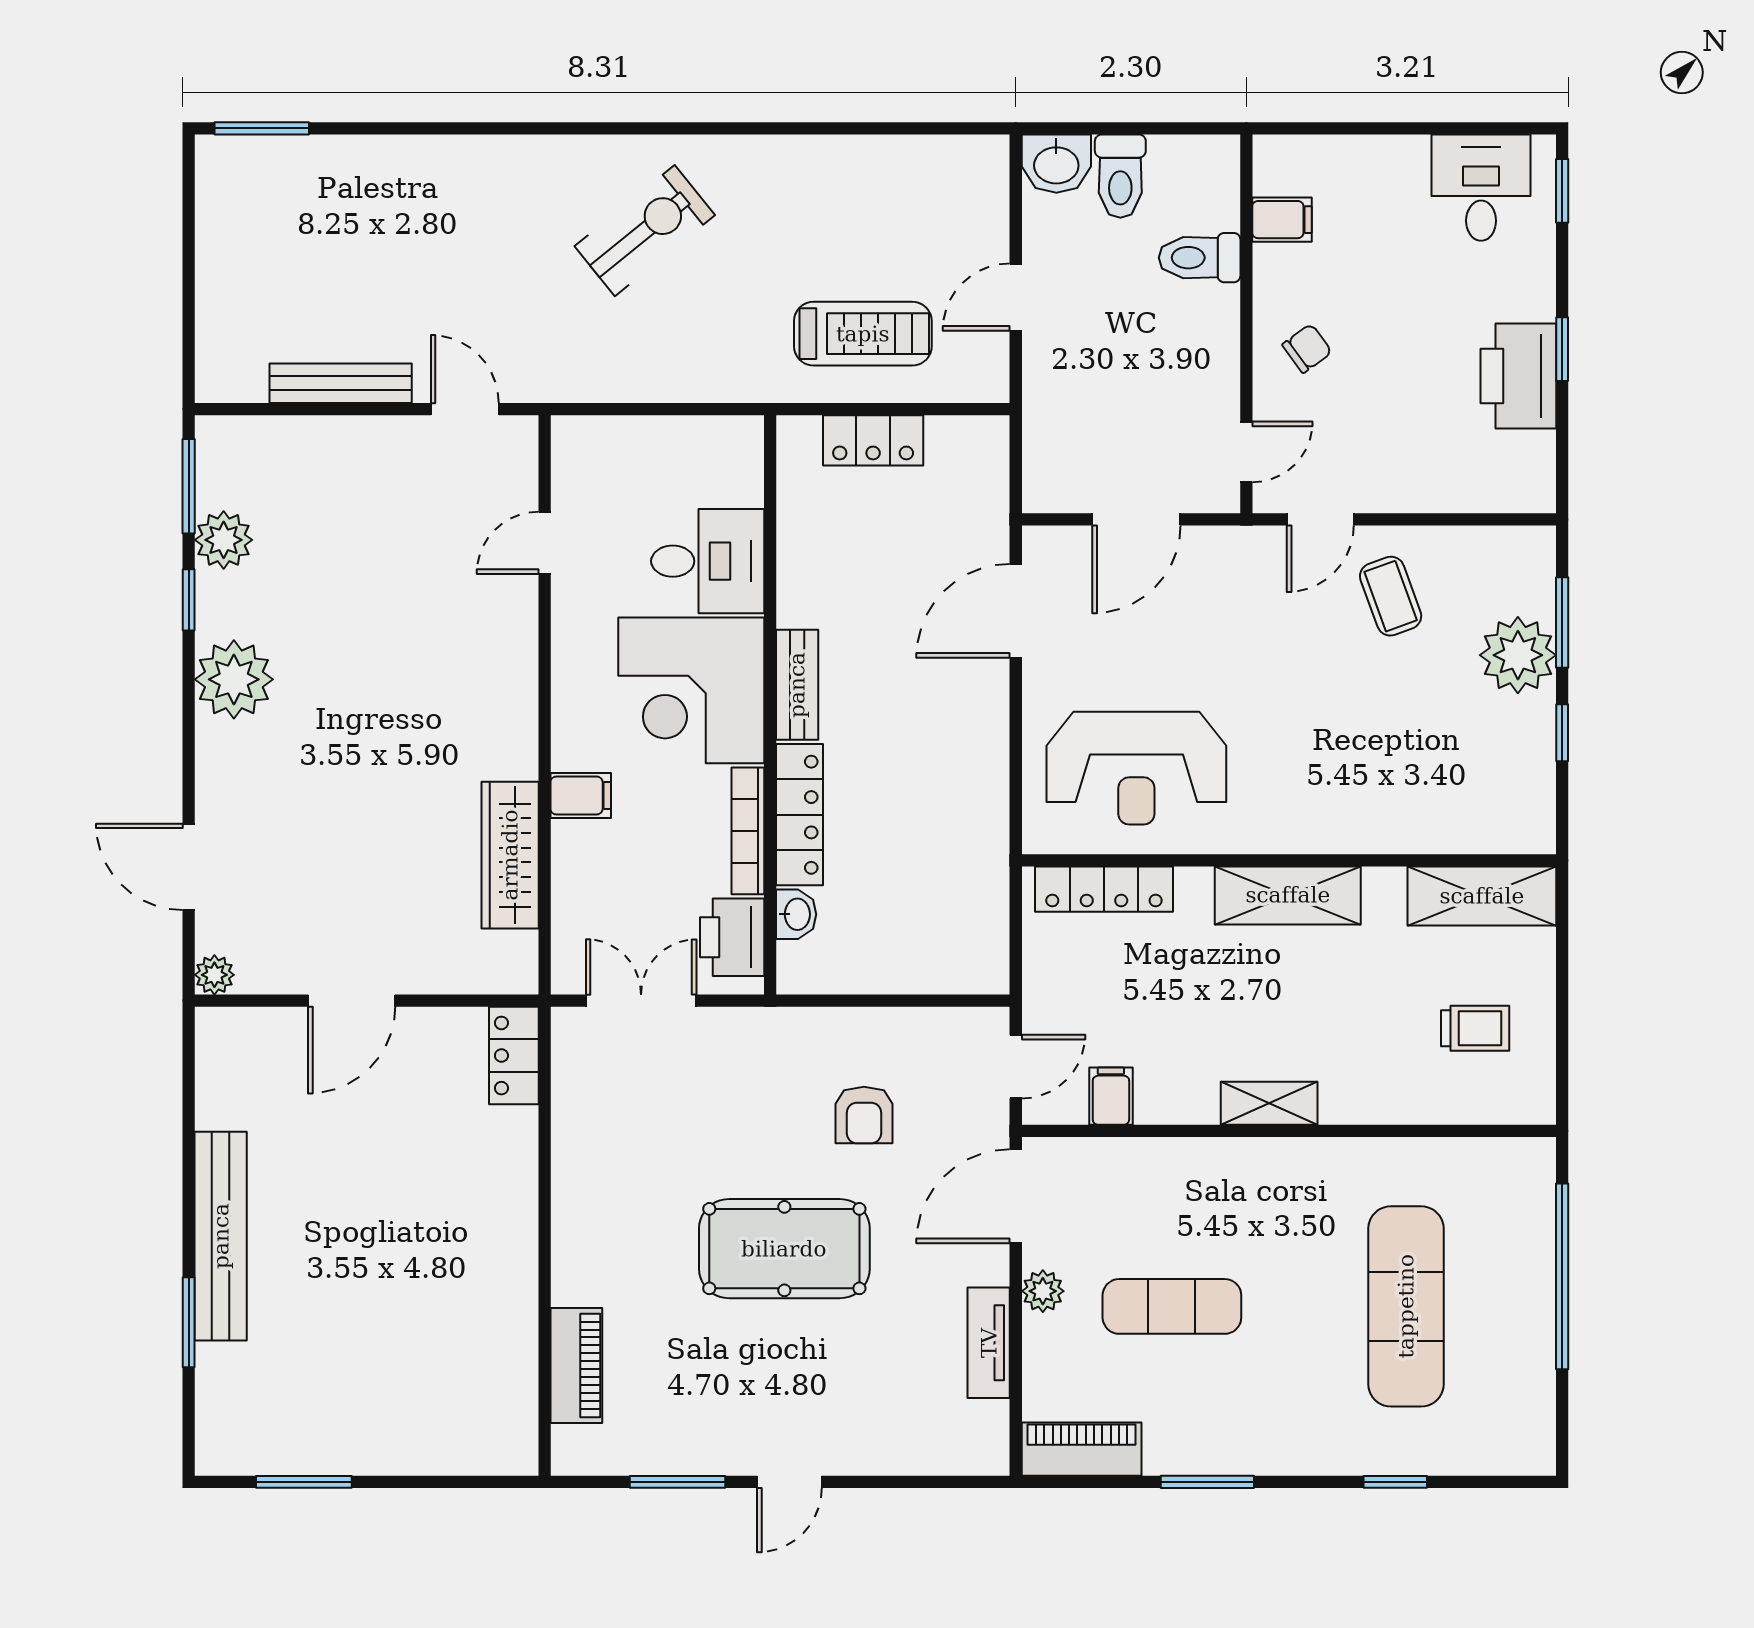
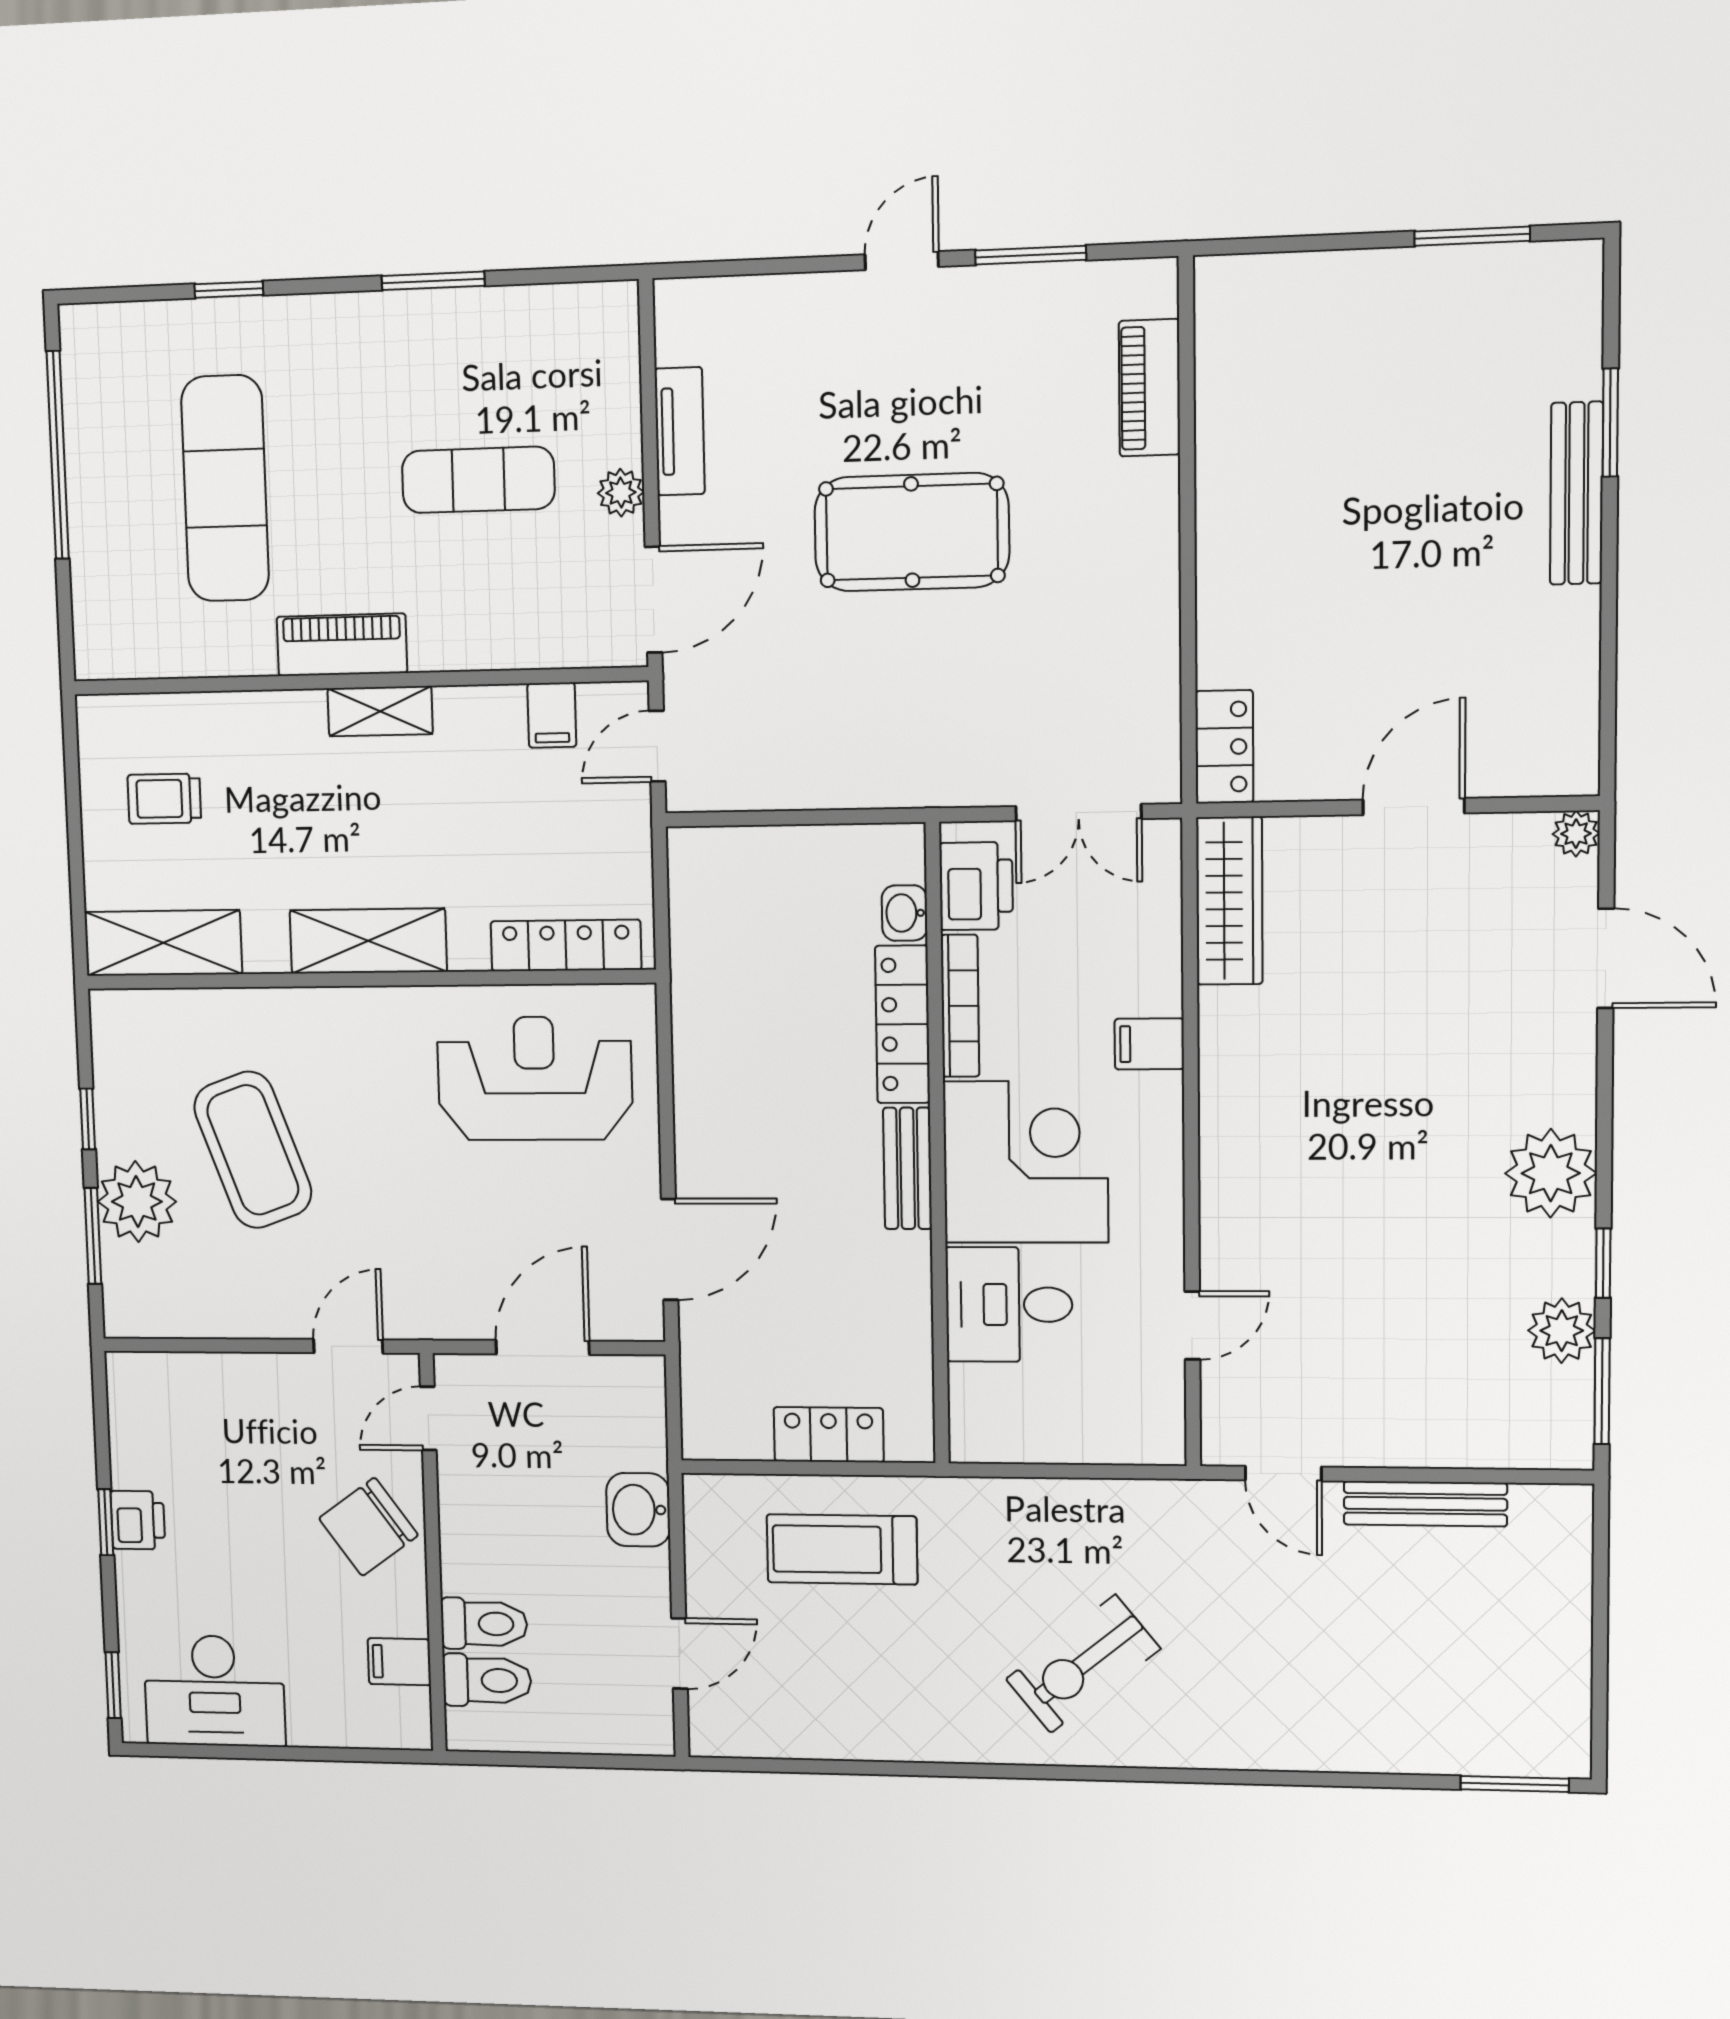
washbasin: (1056, 164) -> (638, 1510), moved, turned -90
toilet: (1120, 176) -> (487, 1680), moved, turned 90
desk: (1481, 188) -> (214, 1691), width x1.37
door: (1016, 297) -> (679, 1654), moved
chair: (1307, 348) -> (368, 1527), width x1.87, depth x1.87
printer: (1518, 376) -> (138, 1520), width x0.53, depth x0.68
coffee table: (1391, 596) -> (253, 1150), moved, width x1.86, depth x1.72
wardrobe: (510, 855) -> (1229, 901), moved
armchair: (864, 1115) -> (825, 688), removed
bench: (221, 1236) -> (1577, 493), width x0.73, depth x0.82
window: (1562, 1276) -> (58, 455), moved
piano: (1082, 1449) -> (342, 645), moved, turned 180

